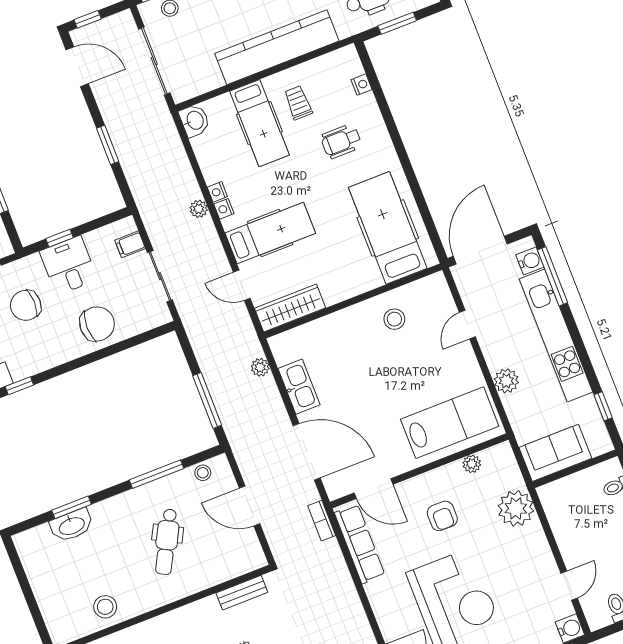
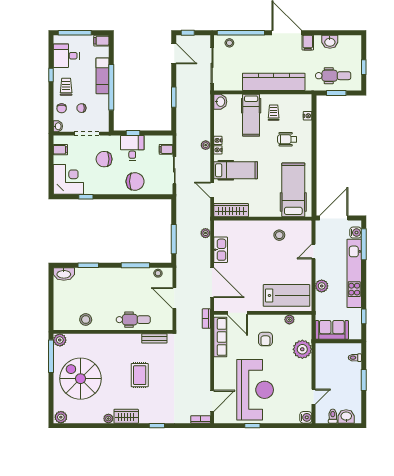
washbasin: (72, 525) -> (64, 274), moved
dental chair: (167, 542) -> (133, 320), moved, turned -118

